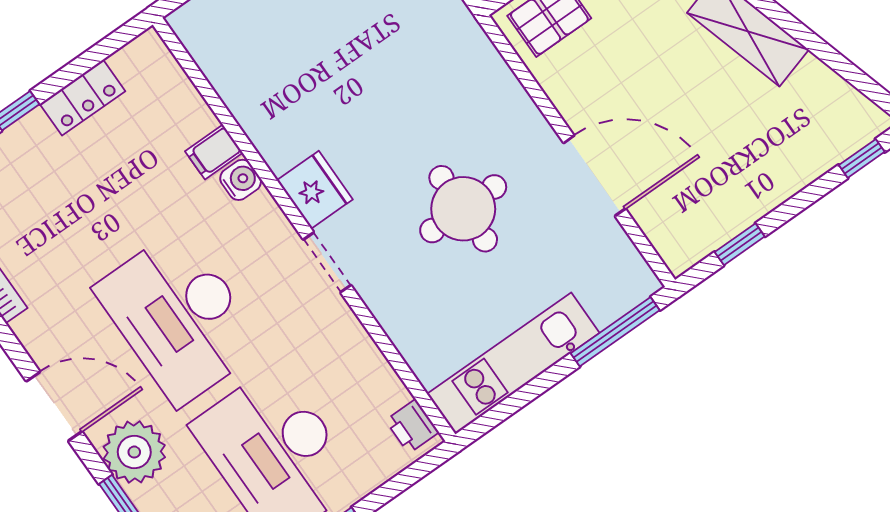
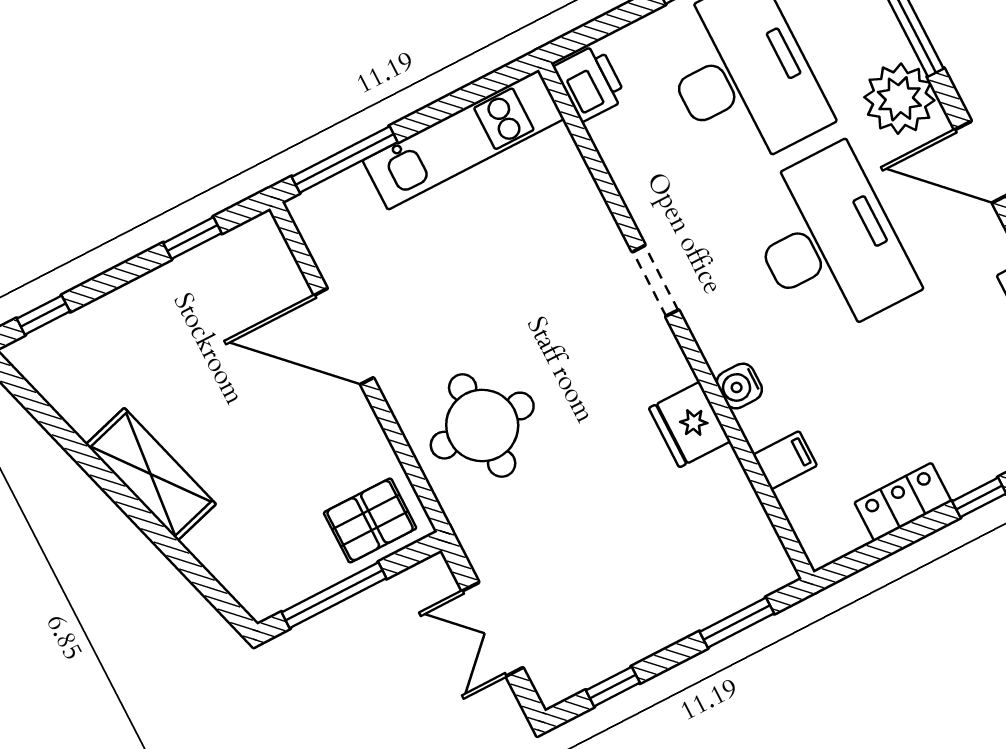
filing cabinet: (214, 152) -> (785, 460), moved
fridge: (315, 190) -> (690, 425), moved
round table: (463, 209) -> (482, 426), moved
printer: (412, 426) -> (590, 83), width x1.36, depth x1.24

